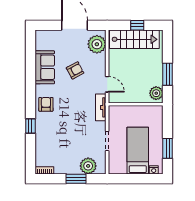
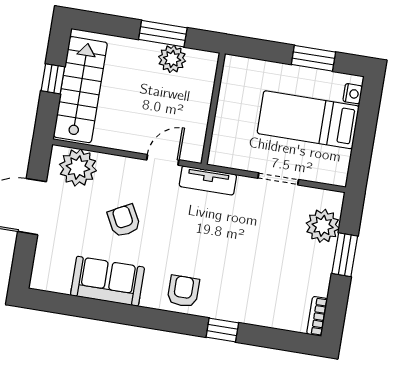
plant: (156, 93) -> (172, 59), moved
armchair: (46, 104) -> (183, 291), turned 90

